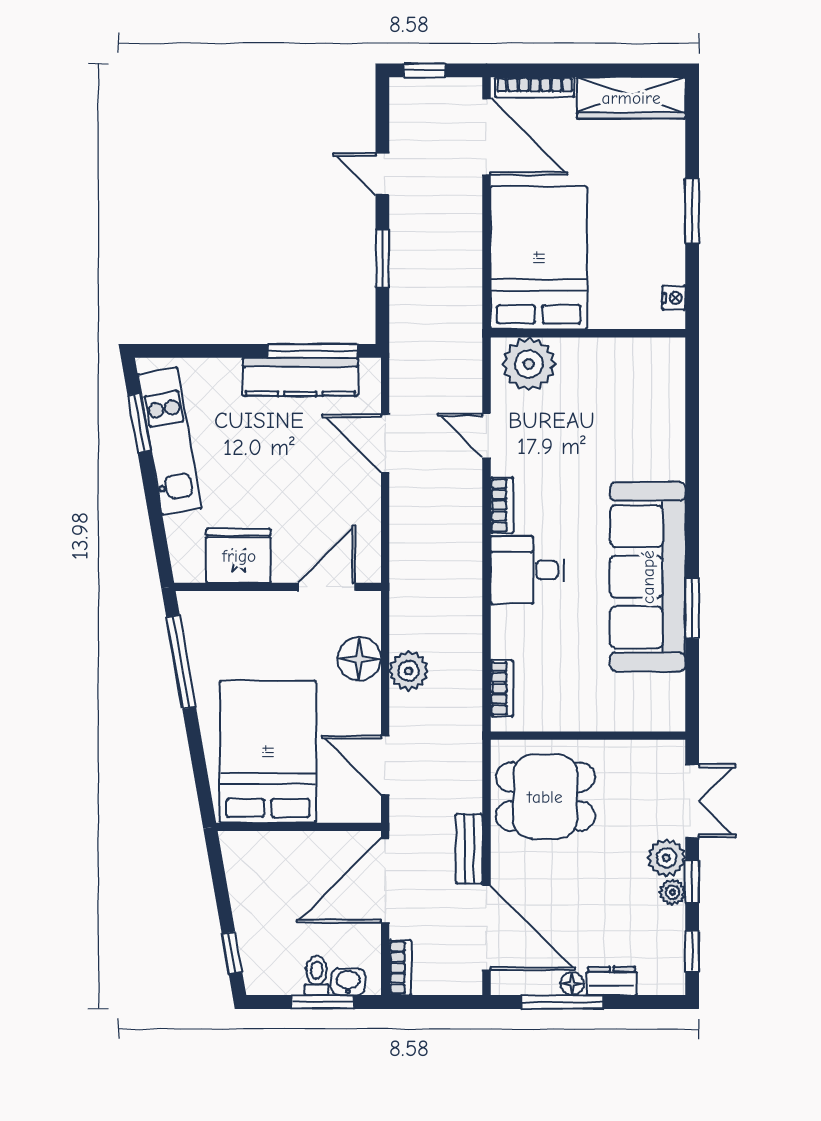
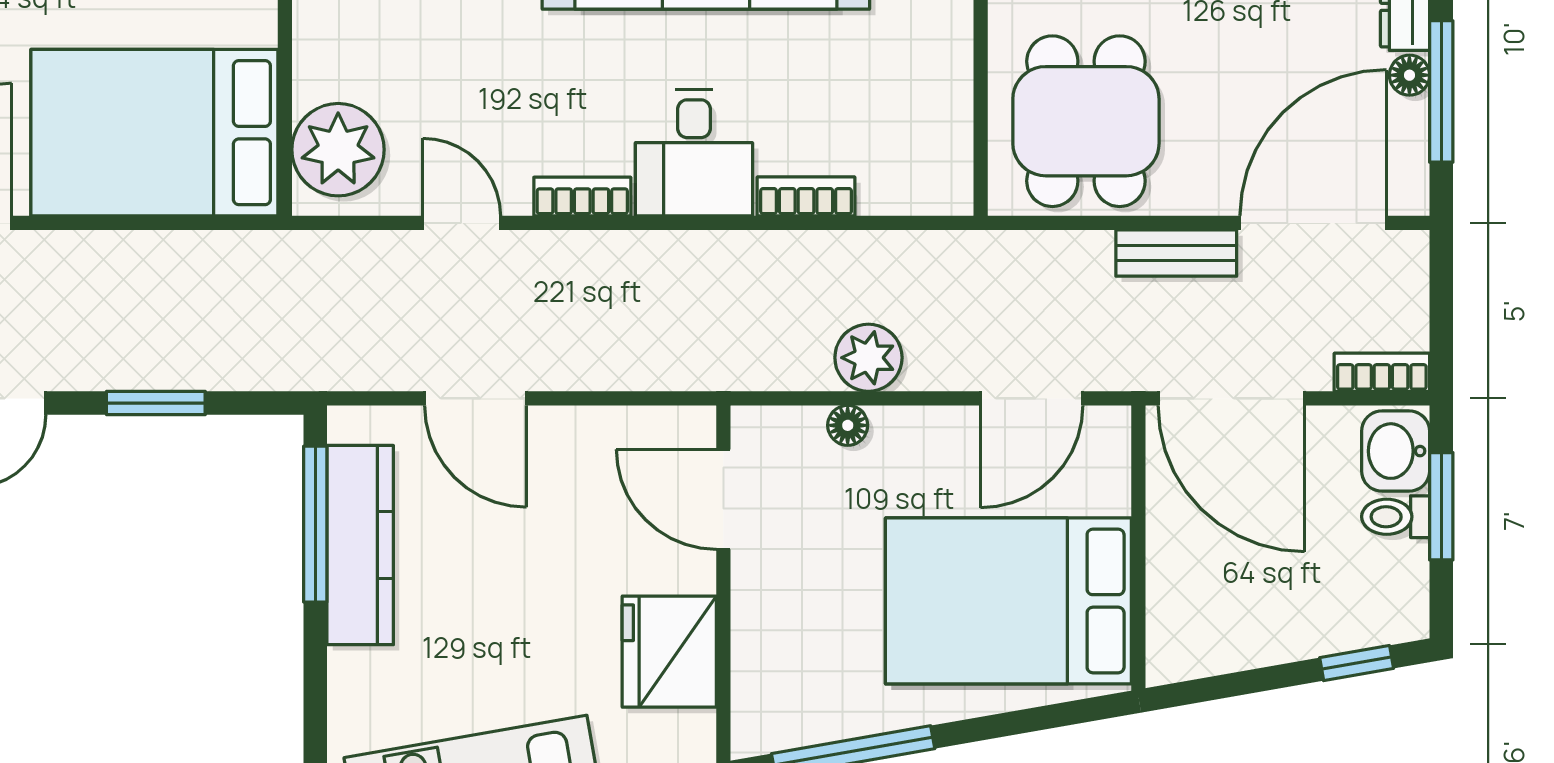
door: (486, 436) -> (462, 223), swing flipped
door: (385, 444) -> (476, 398), hinge flipped
floor lamp: (359, 659) -> (848, 425), width x0.53, depth x0.53
bookcase: (502, 688) -> (806, 196), moved
washbasin: (348, 982) -> (1396, 451), width x1.38, depth x1.45

